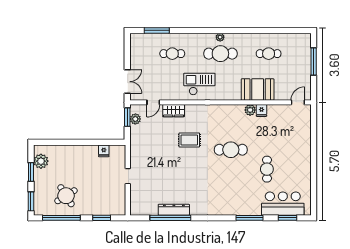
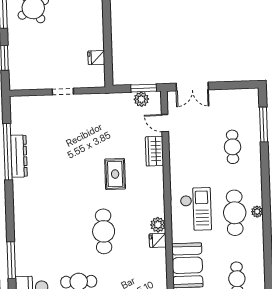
checkout: (199, 84) -> (196, 209), moved
plant: (250, 110) -> (158, 225), moved
fridge: (262, 110) -> (158, 240), moved

